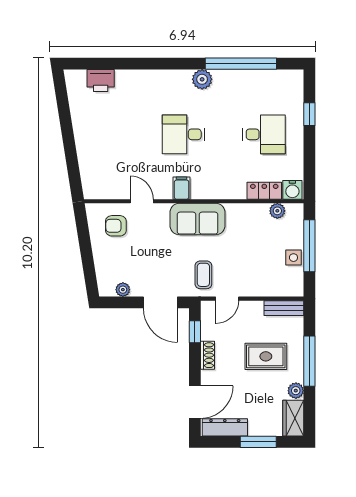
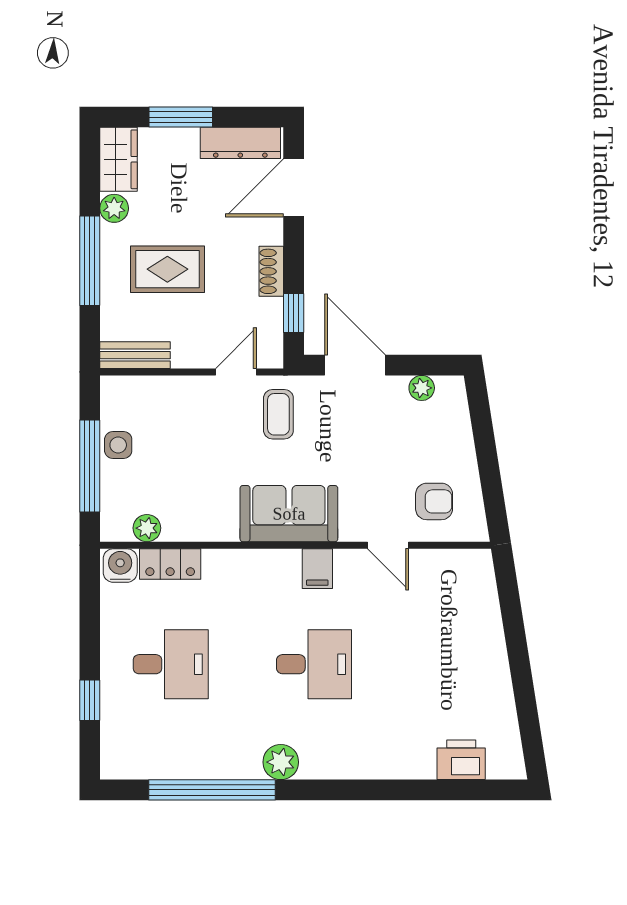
desk: (264, 134) -> (171, 664), turned 180

